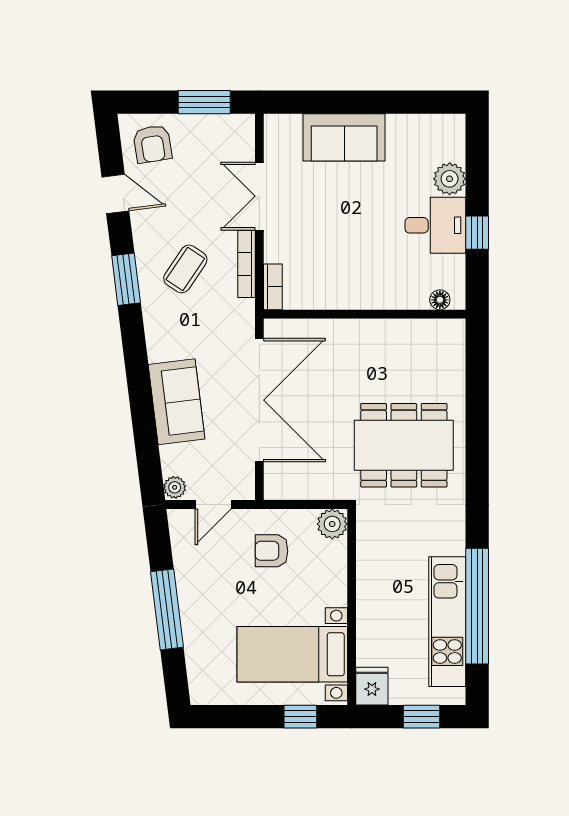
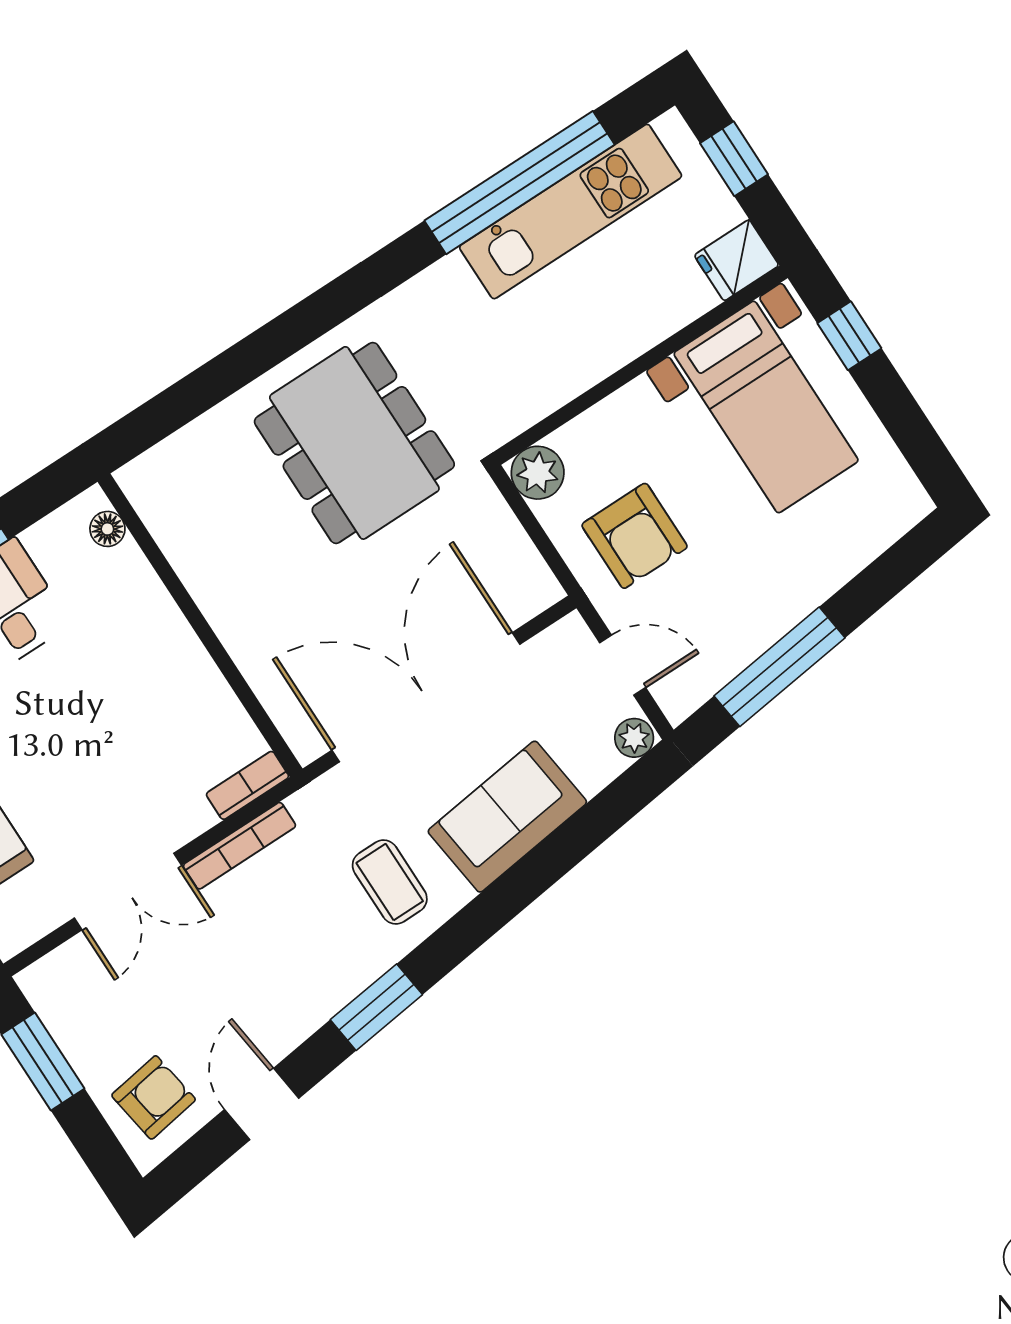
coffee table: (185, 269) -> (390, 882), moved, turned 56
armchair: (272, 551) -> (635, 536), width x1.38, depth x1.38
window: (167, 609) -> (780, 667), moved

